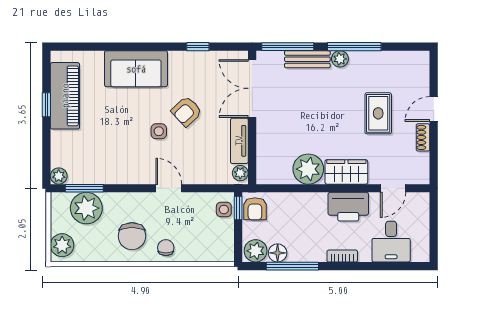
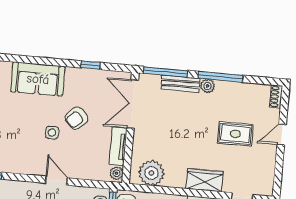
rug: (378, 113) -> (235, 134), turned 90
shoe rack: (423, 137) -> (276, 97), moved
plant: (308, 169) -> (151, 173), moved

